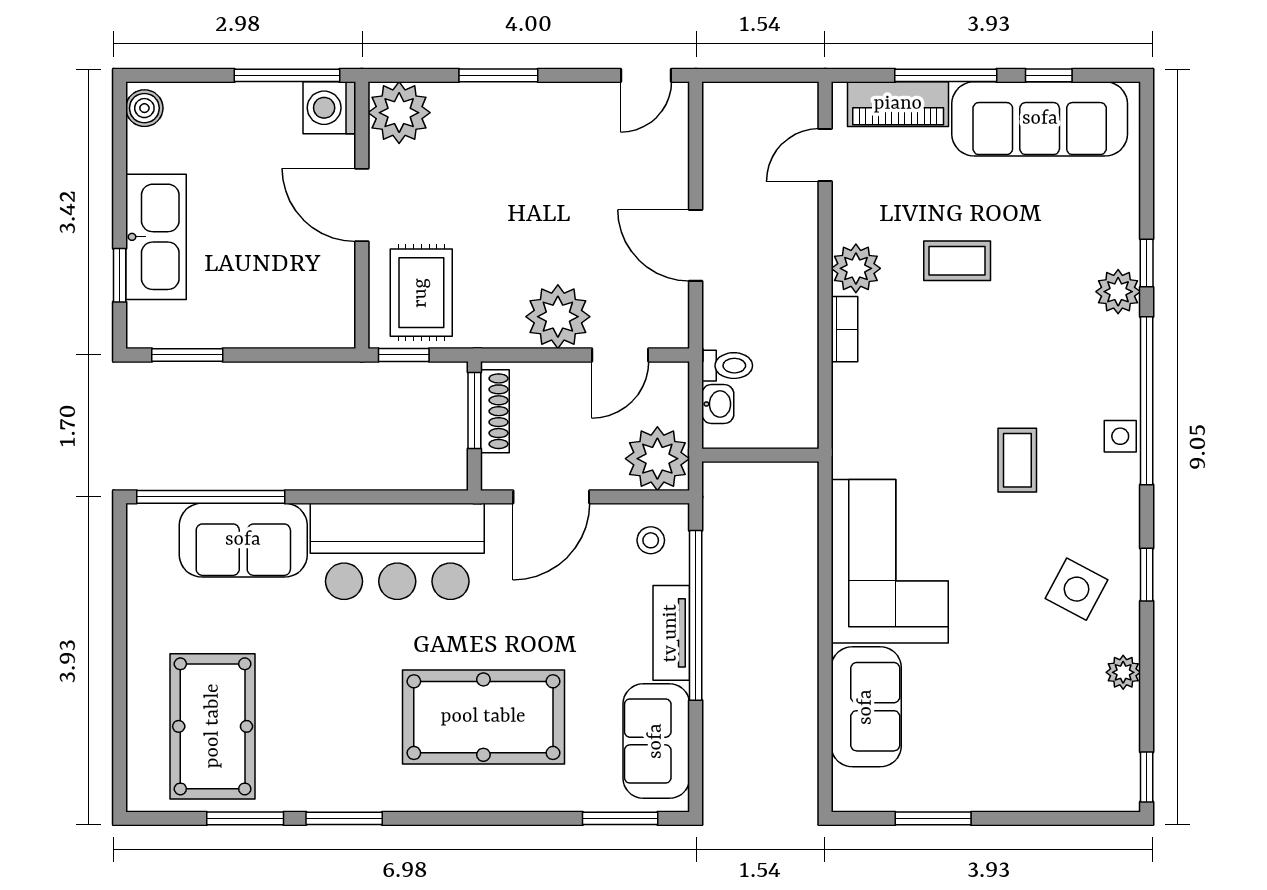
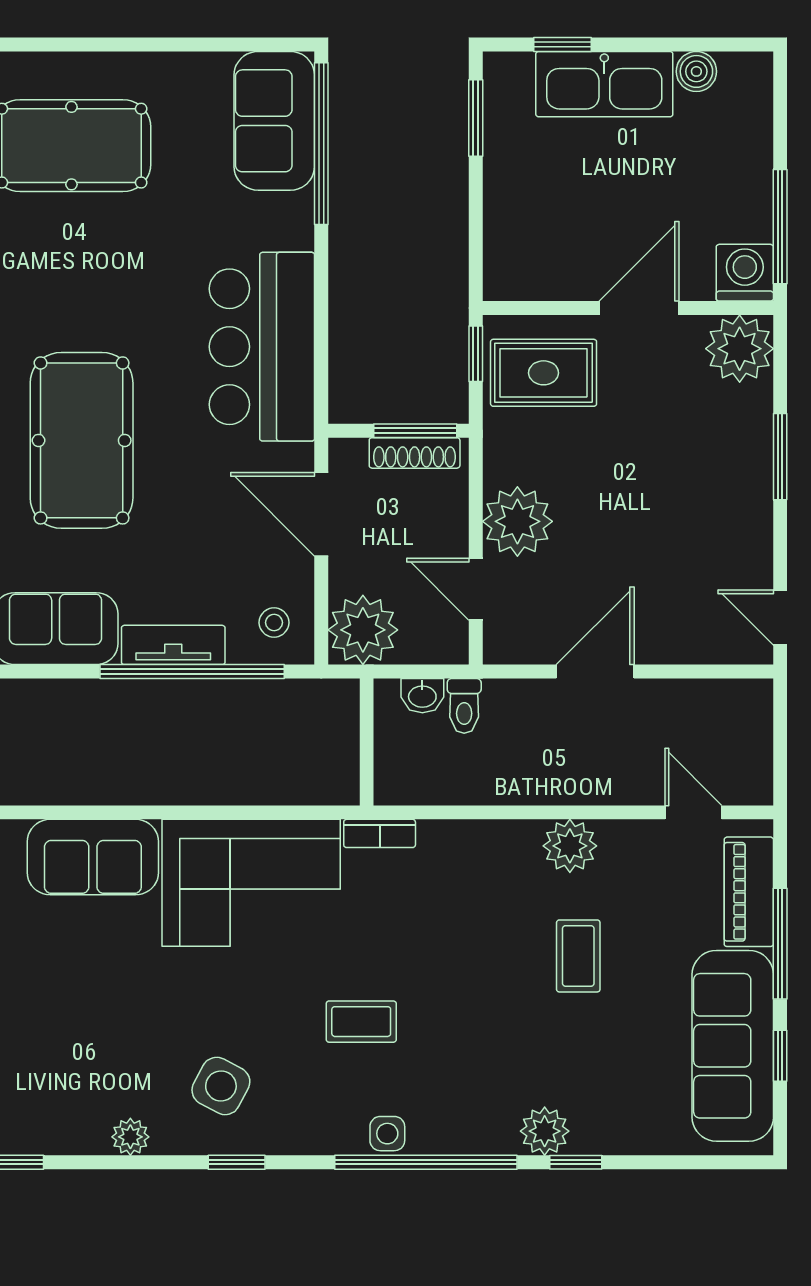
boiler: (144, 108) -> (696, 71), moved
bookcase: (845, 329) -> (380, 833), moved
sofa: (243, 540) -> (274, 121), moved

